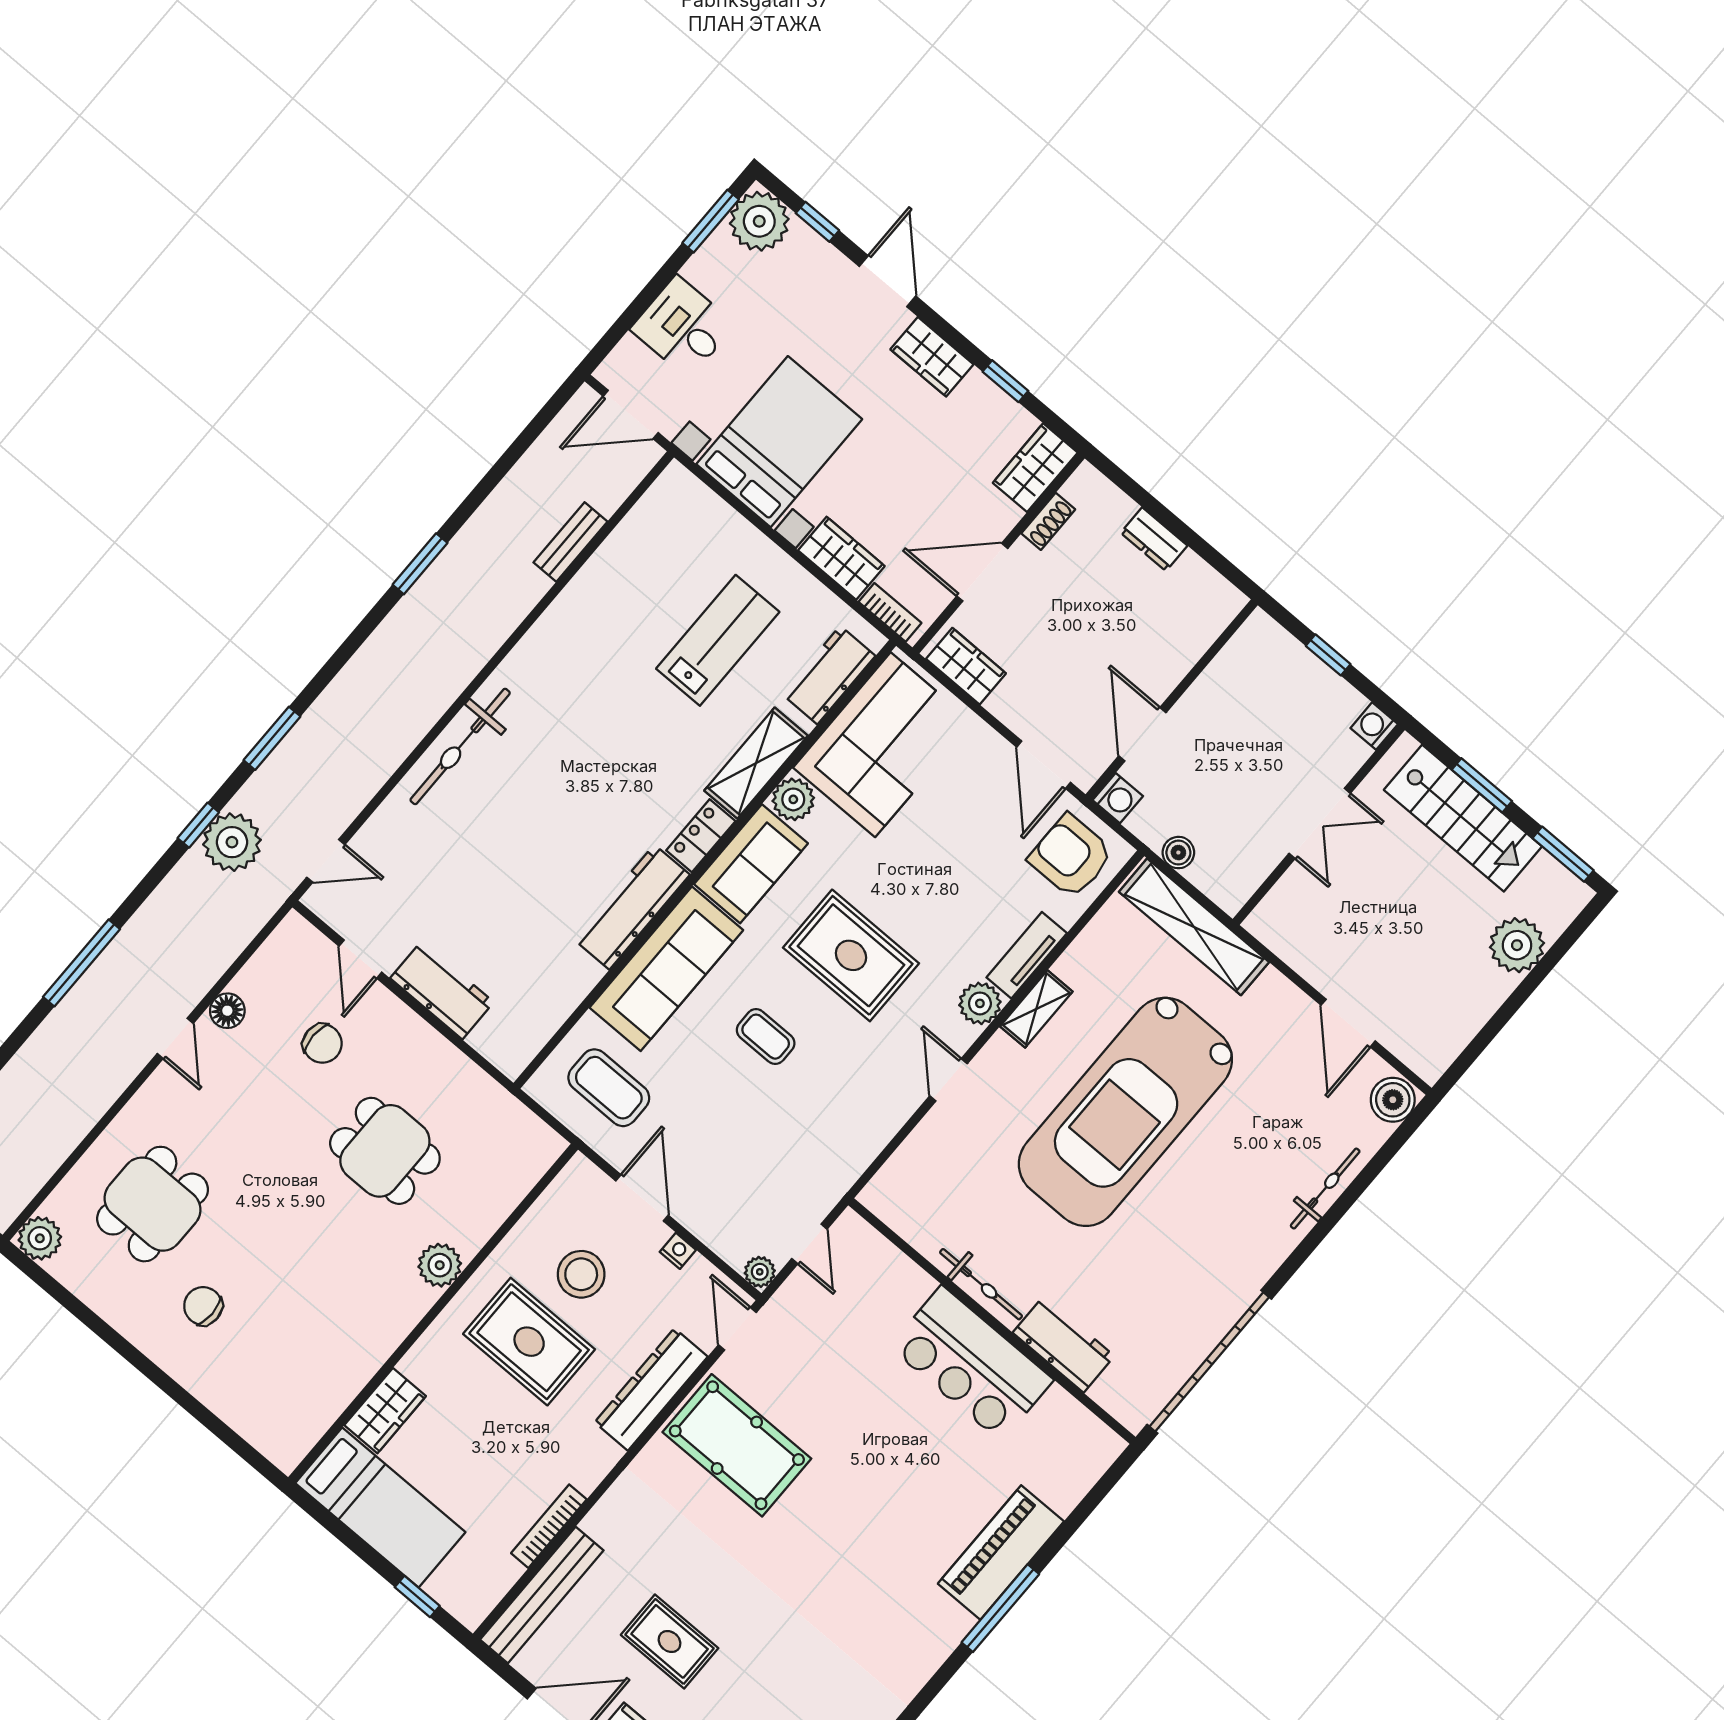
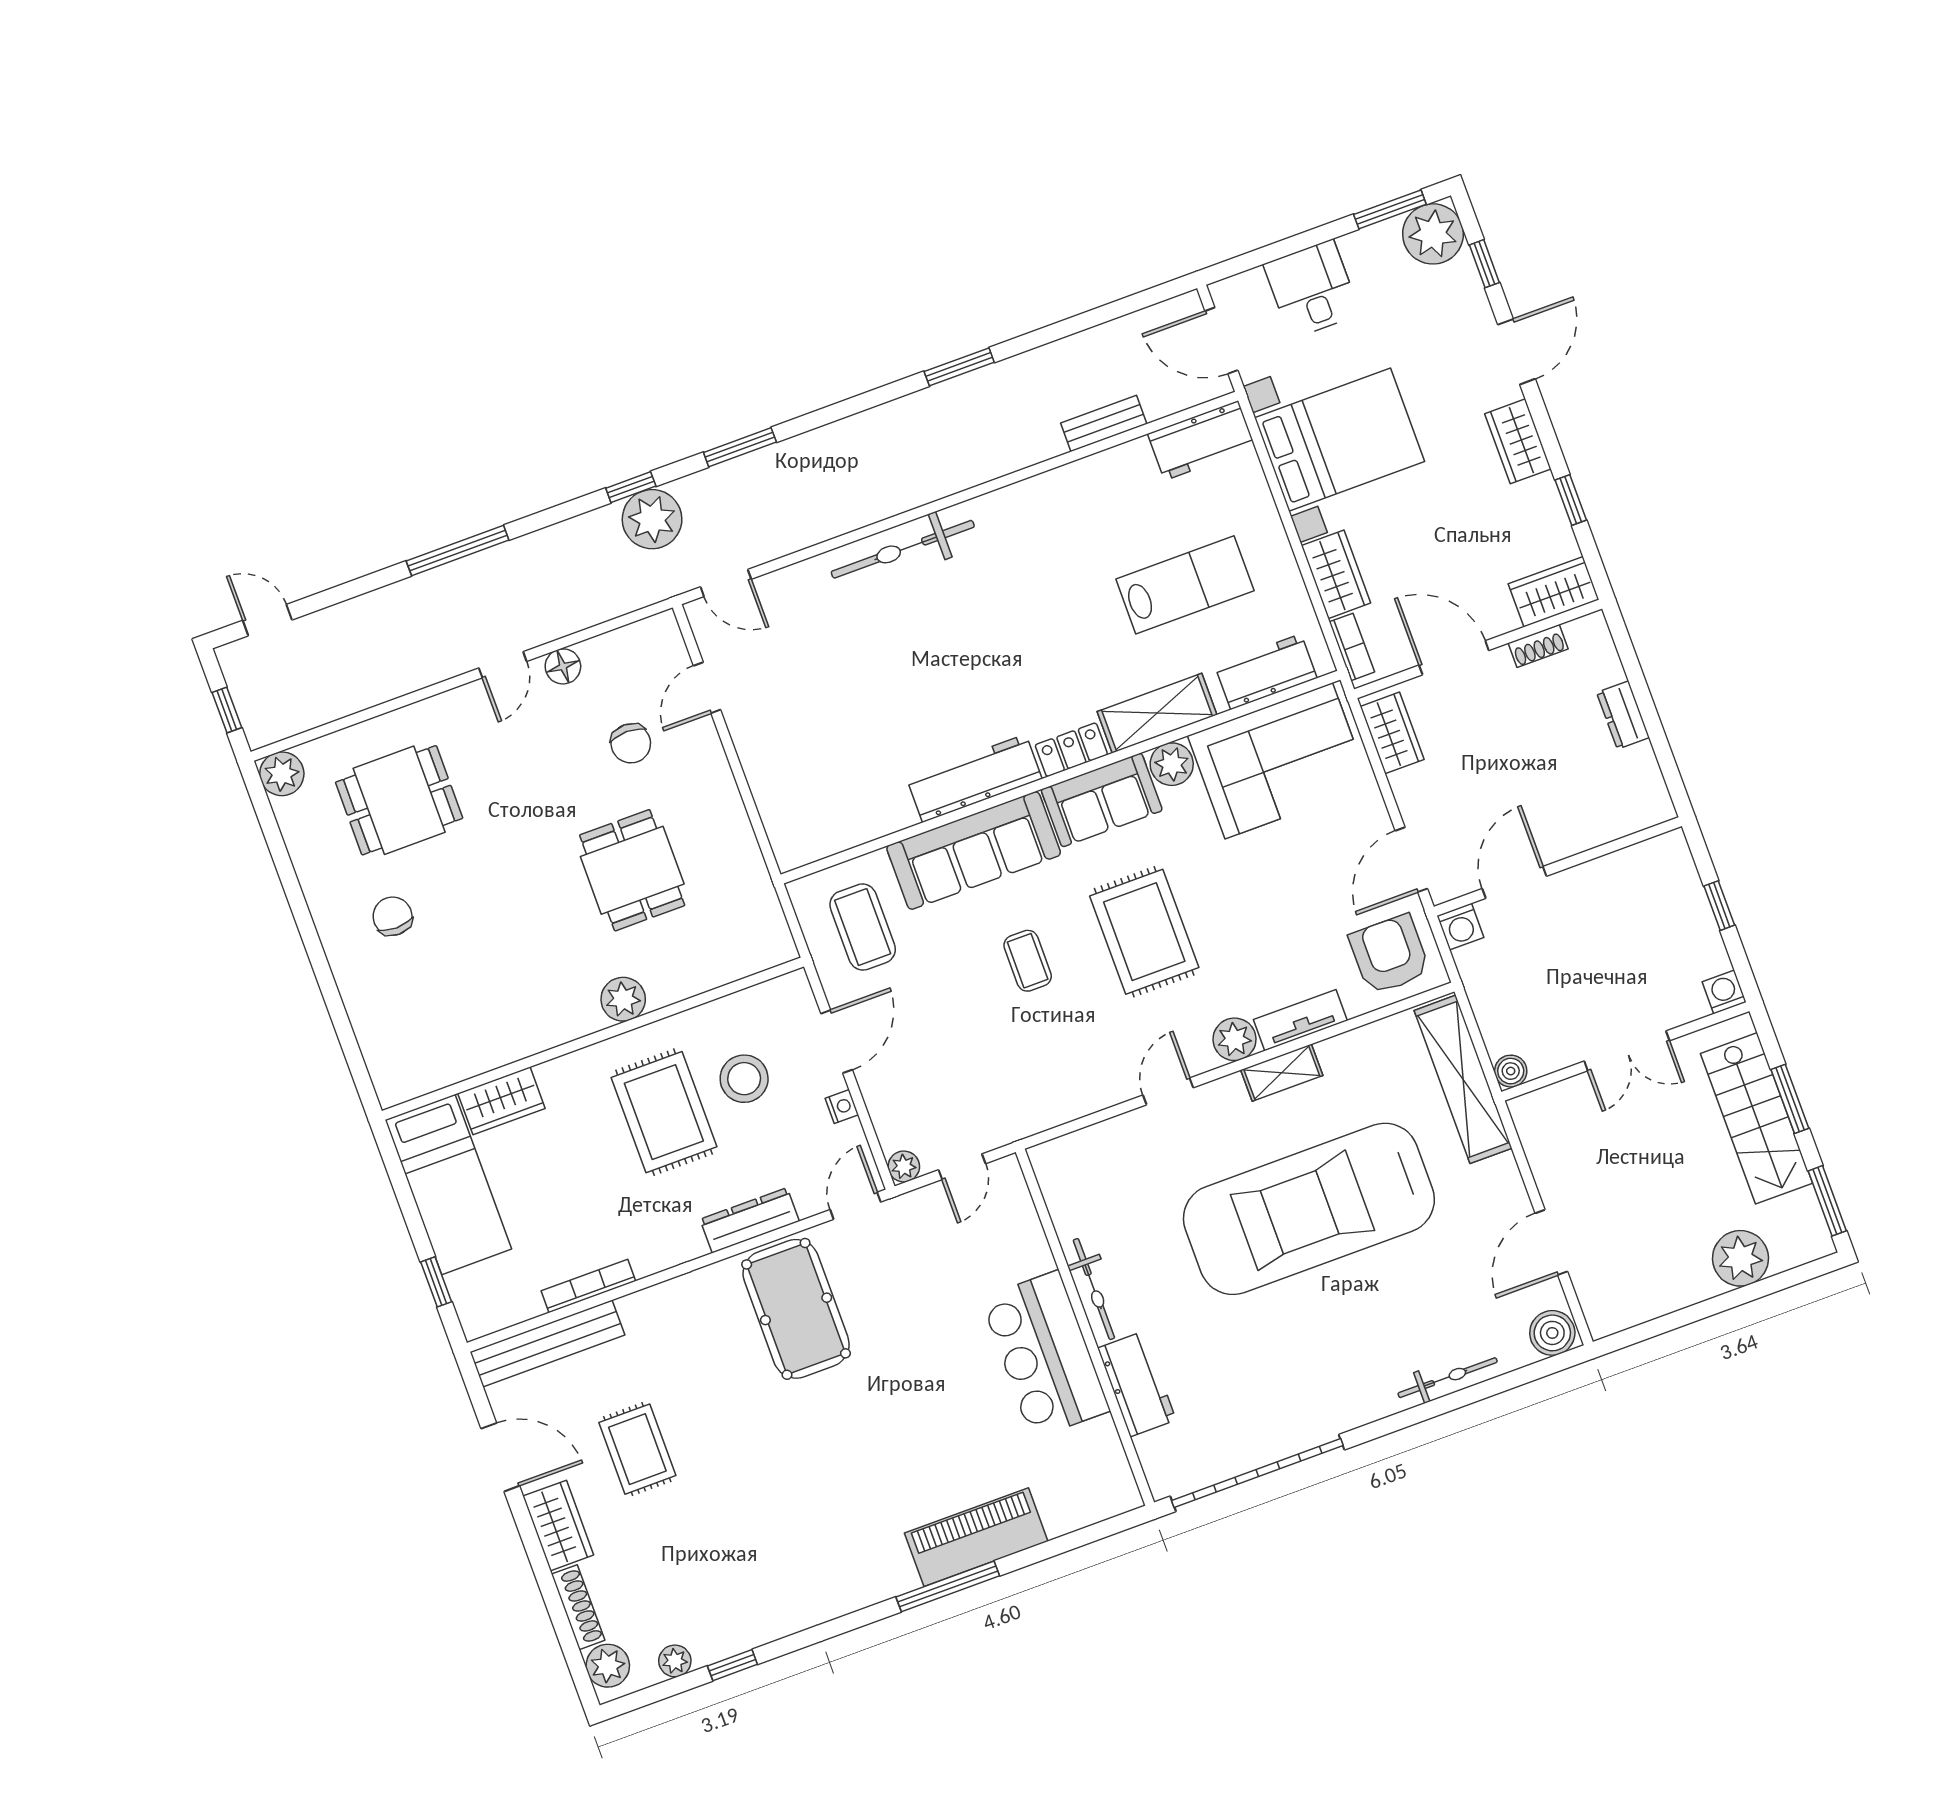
boiler: (1178, 853) -> (1511, 1071), moved
workbench: (442, 990) -> (1201, 441), moved, turned 90
dresser: (651, 1389) -> (750, 1220), width x0.73, depth x0.80

